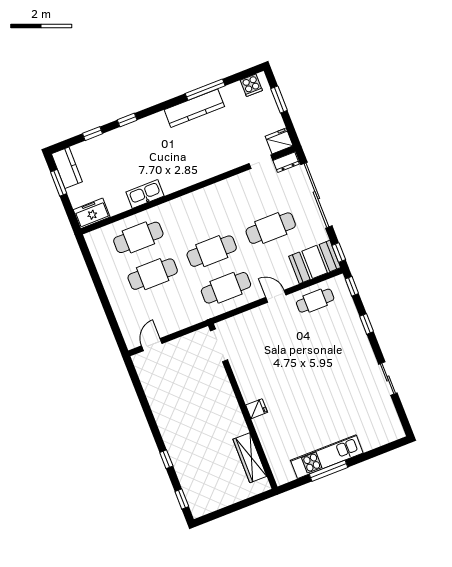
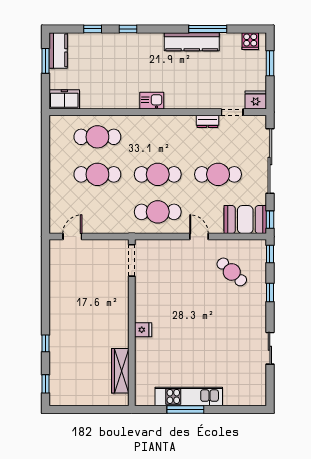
dresser: (286, 162) -> (207, 121), moved
kitchen sink: (145, 194) -> (152, 101), moved, width x0.73
cafe table: (315, 301) -> (232, 272), moved, turned 43

